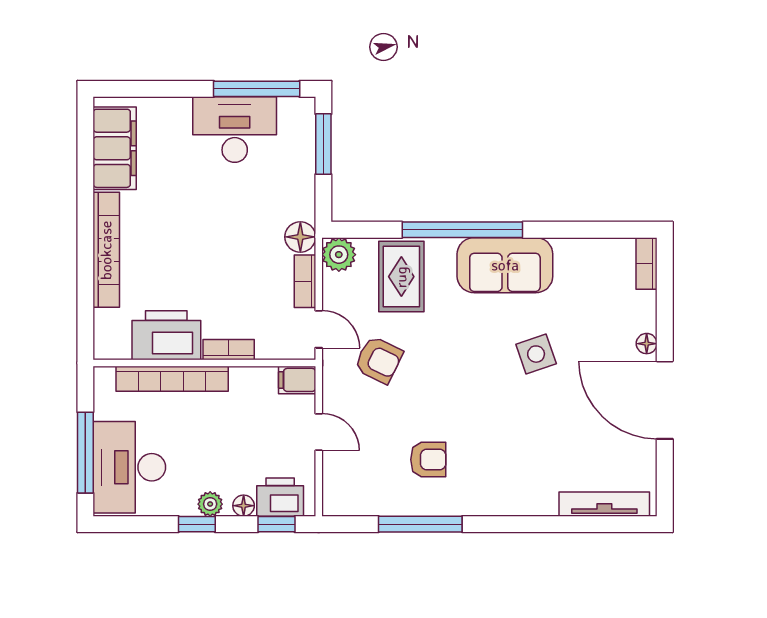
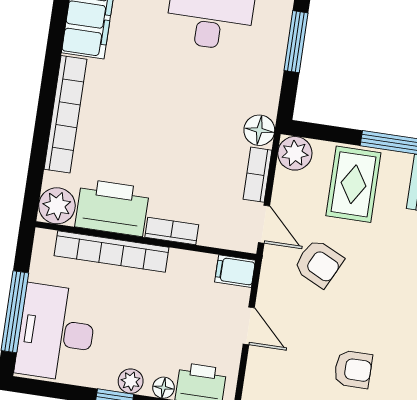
plant: (111, 342) -> (57, 206), added

